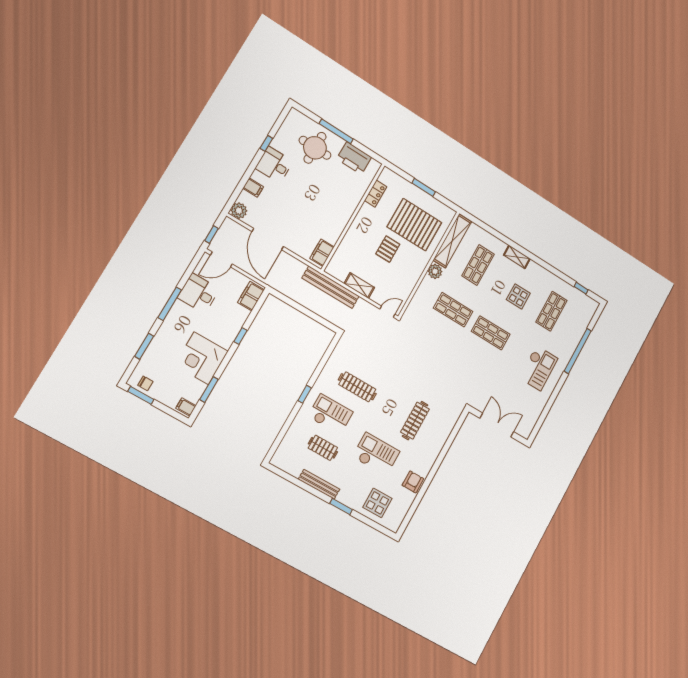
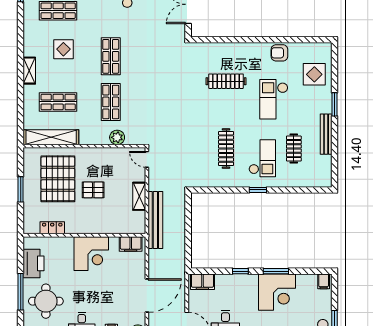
corner desk: (334, 213) -> (91, 254), added
plant: (435, 271) -> (117, 137), moved
window: (209, 390) -> (276, 271), moved
checkout: (330, 414) -> (262, 158), turned 180

